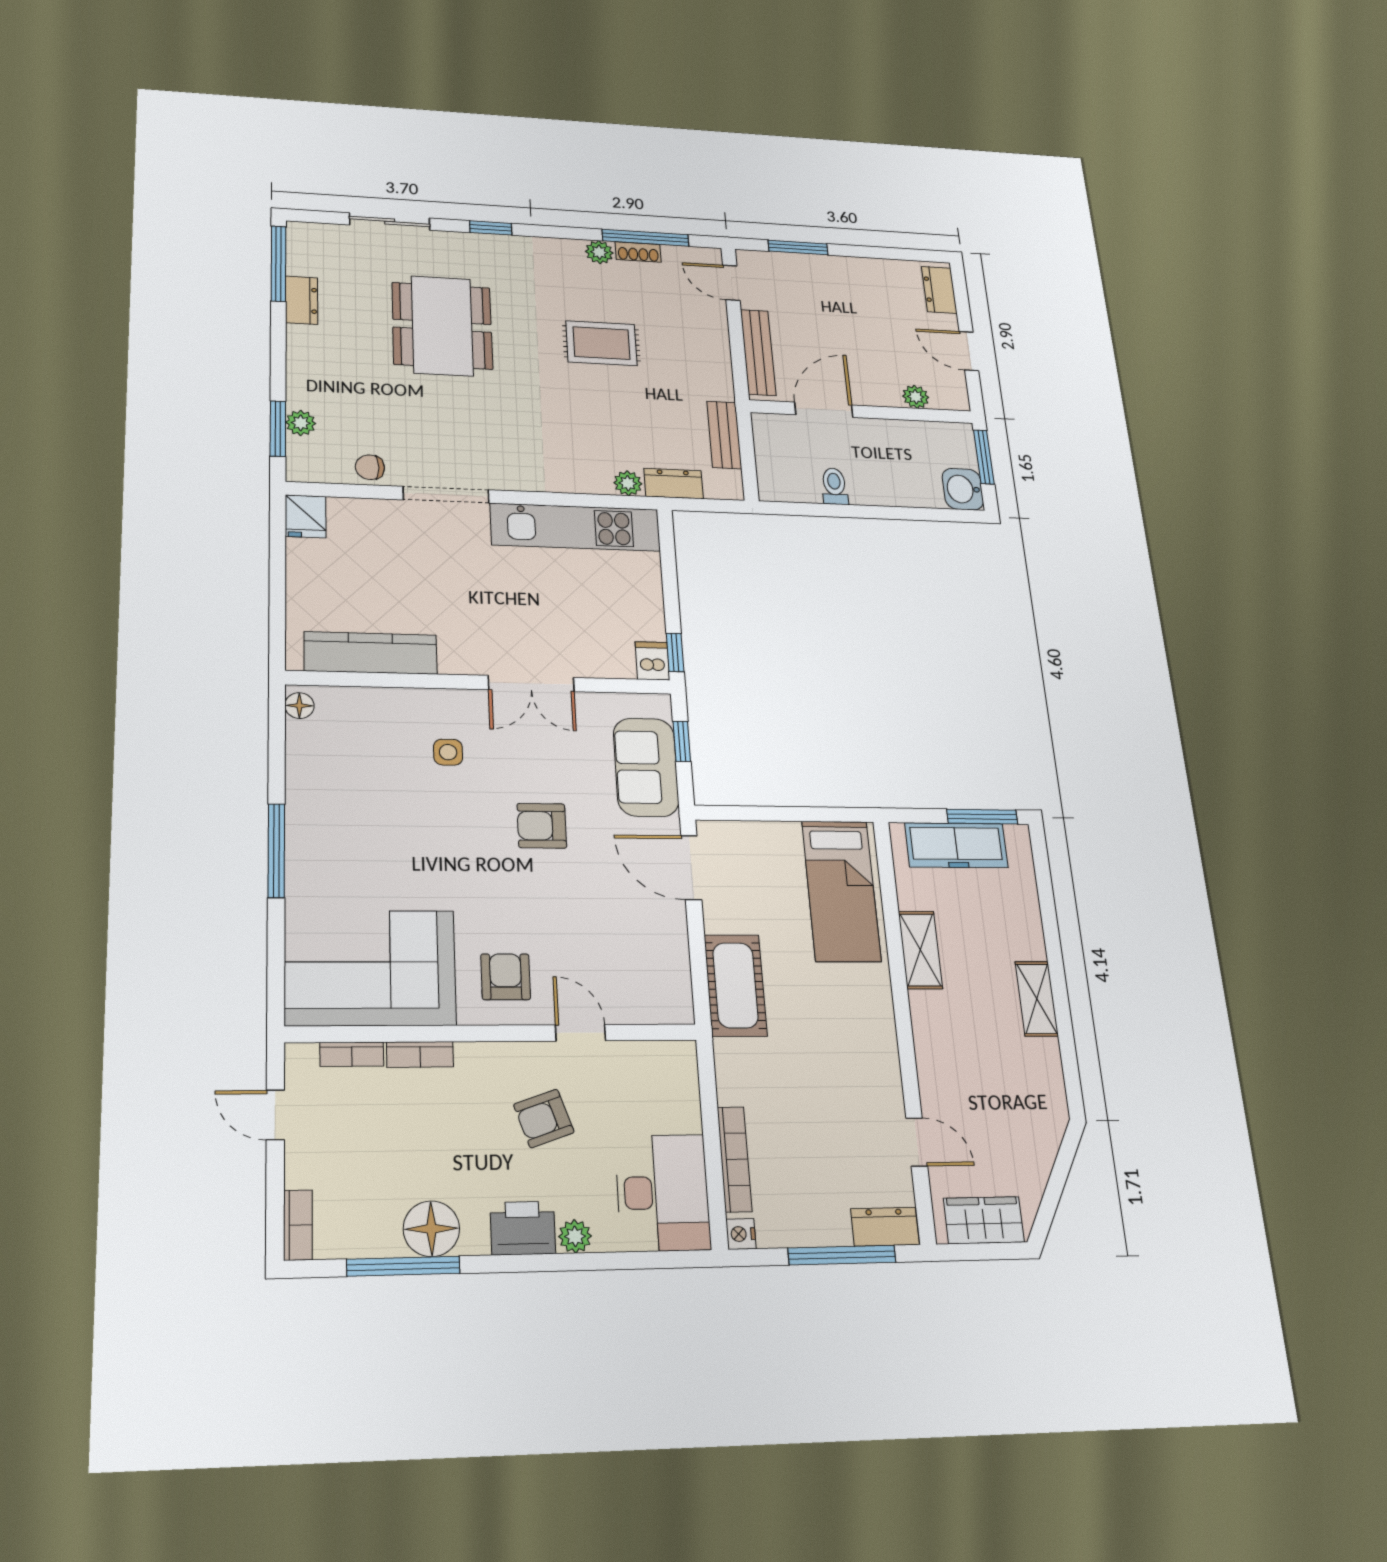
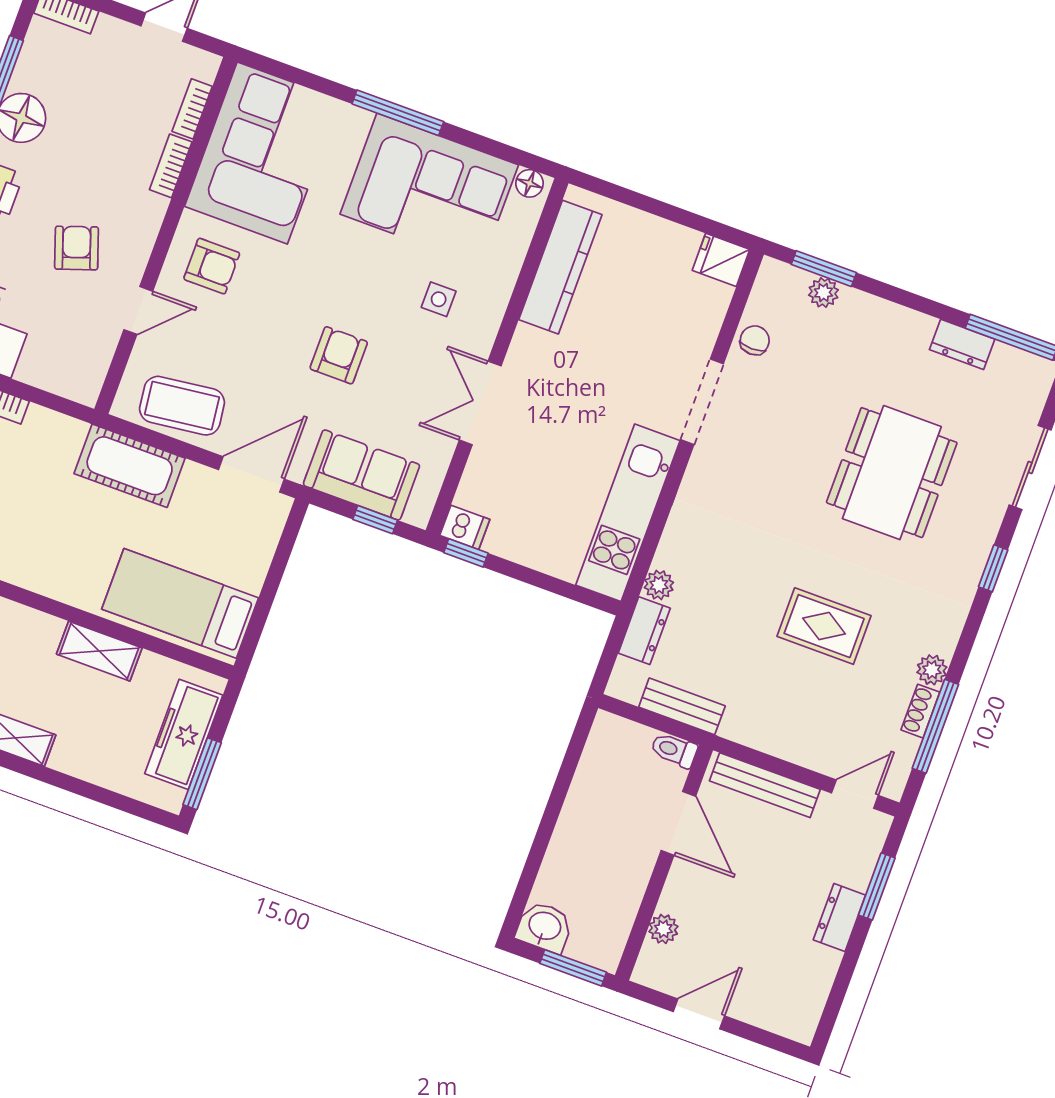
dresser: (939, 290) -> (839, 917), moved, turned -90
dining table: (442, 326) -> (892, 473), turned 90
rug: (601, 343) -> (824, 626), turned 90
toilet: (834, 486) -> (674, 750), moved, turned 180
corner sofa: (343, 796) -> (429, 189), added
coffee table: (655, 956) -> (182, 406), added

